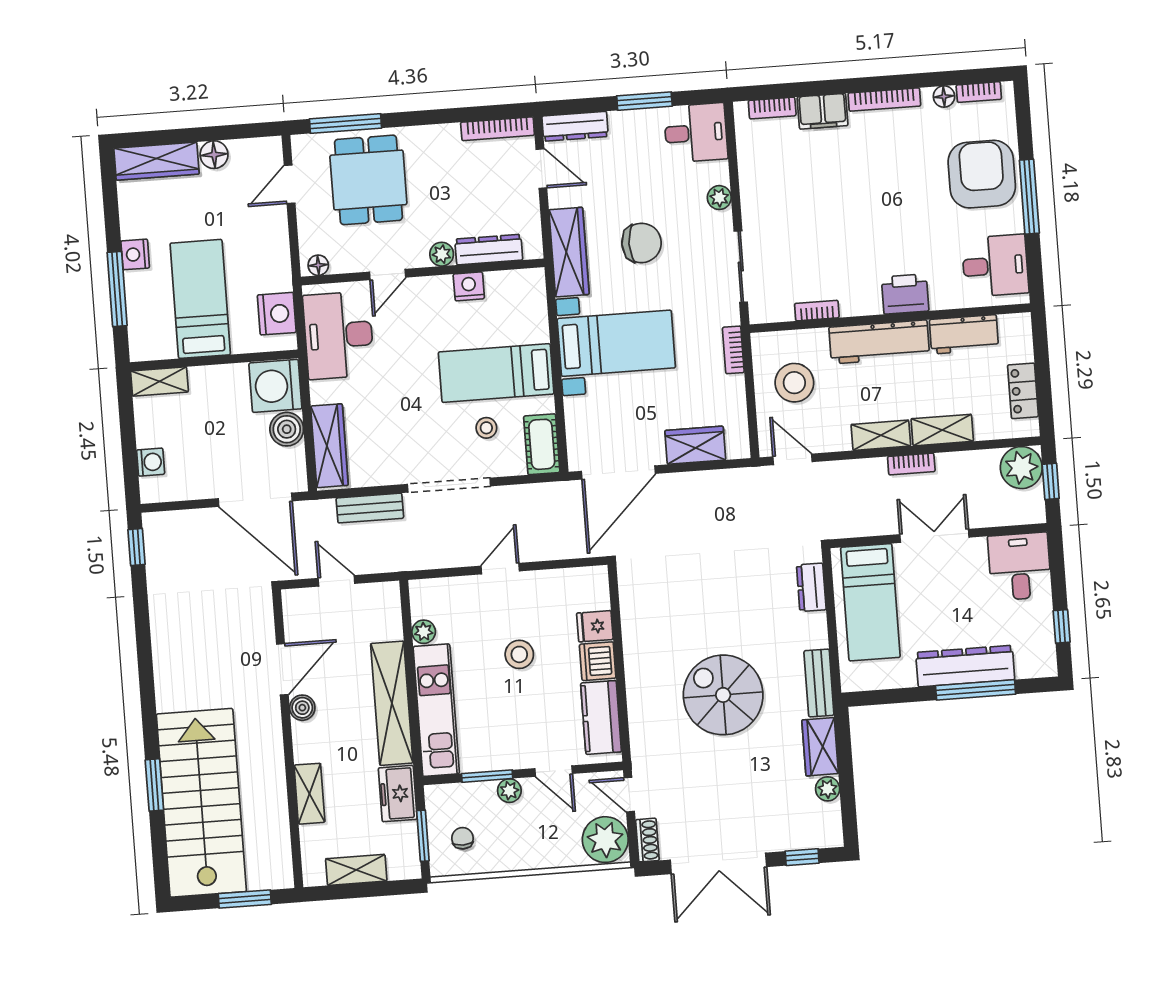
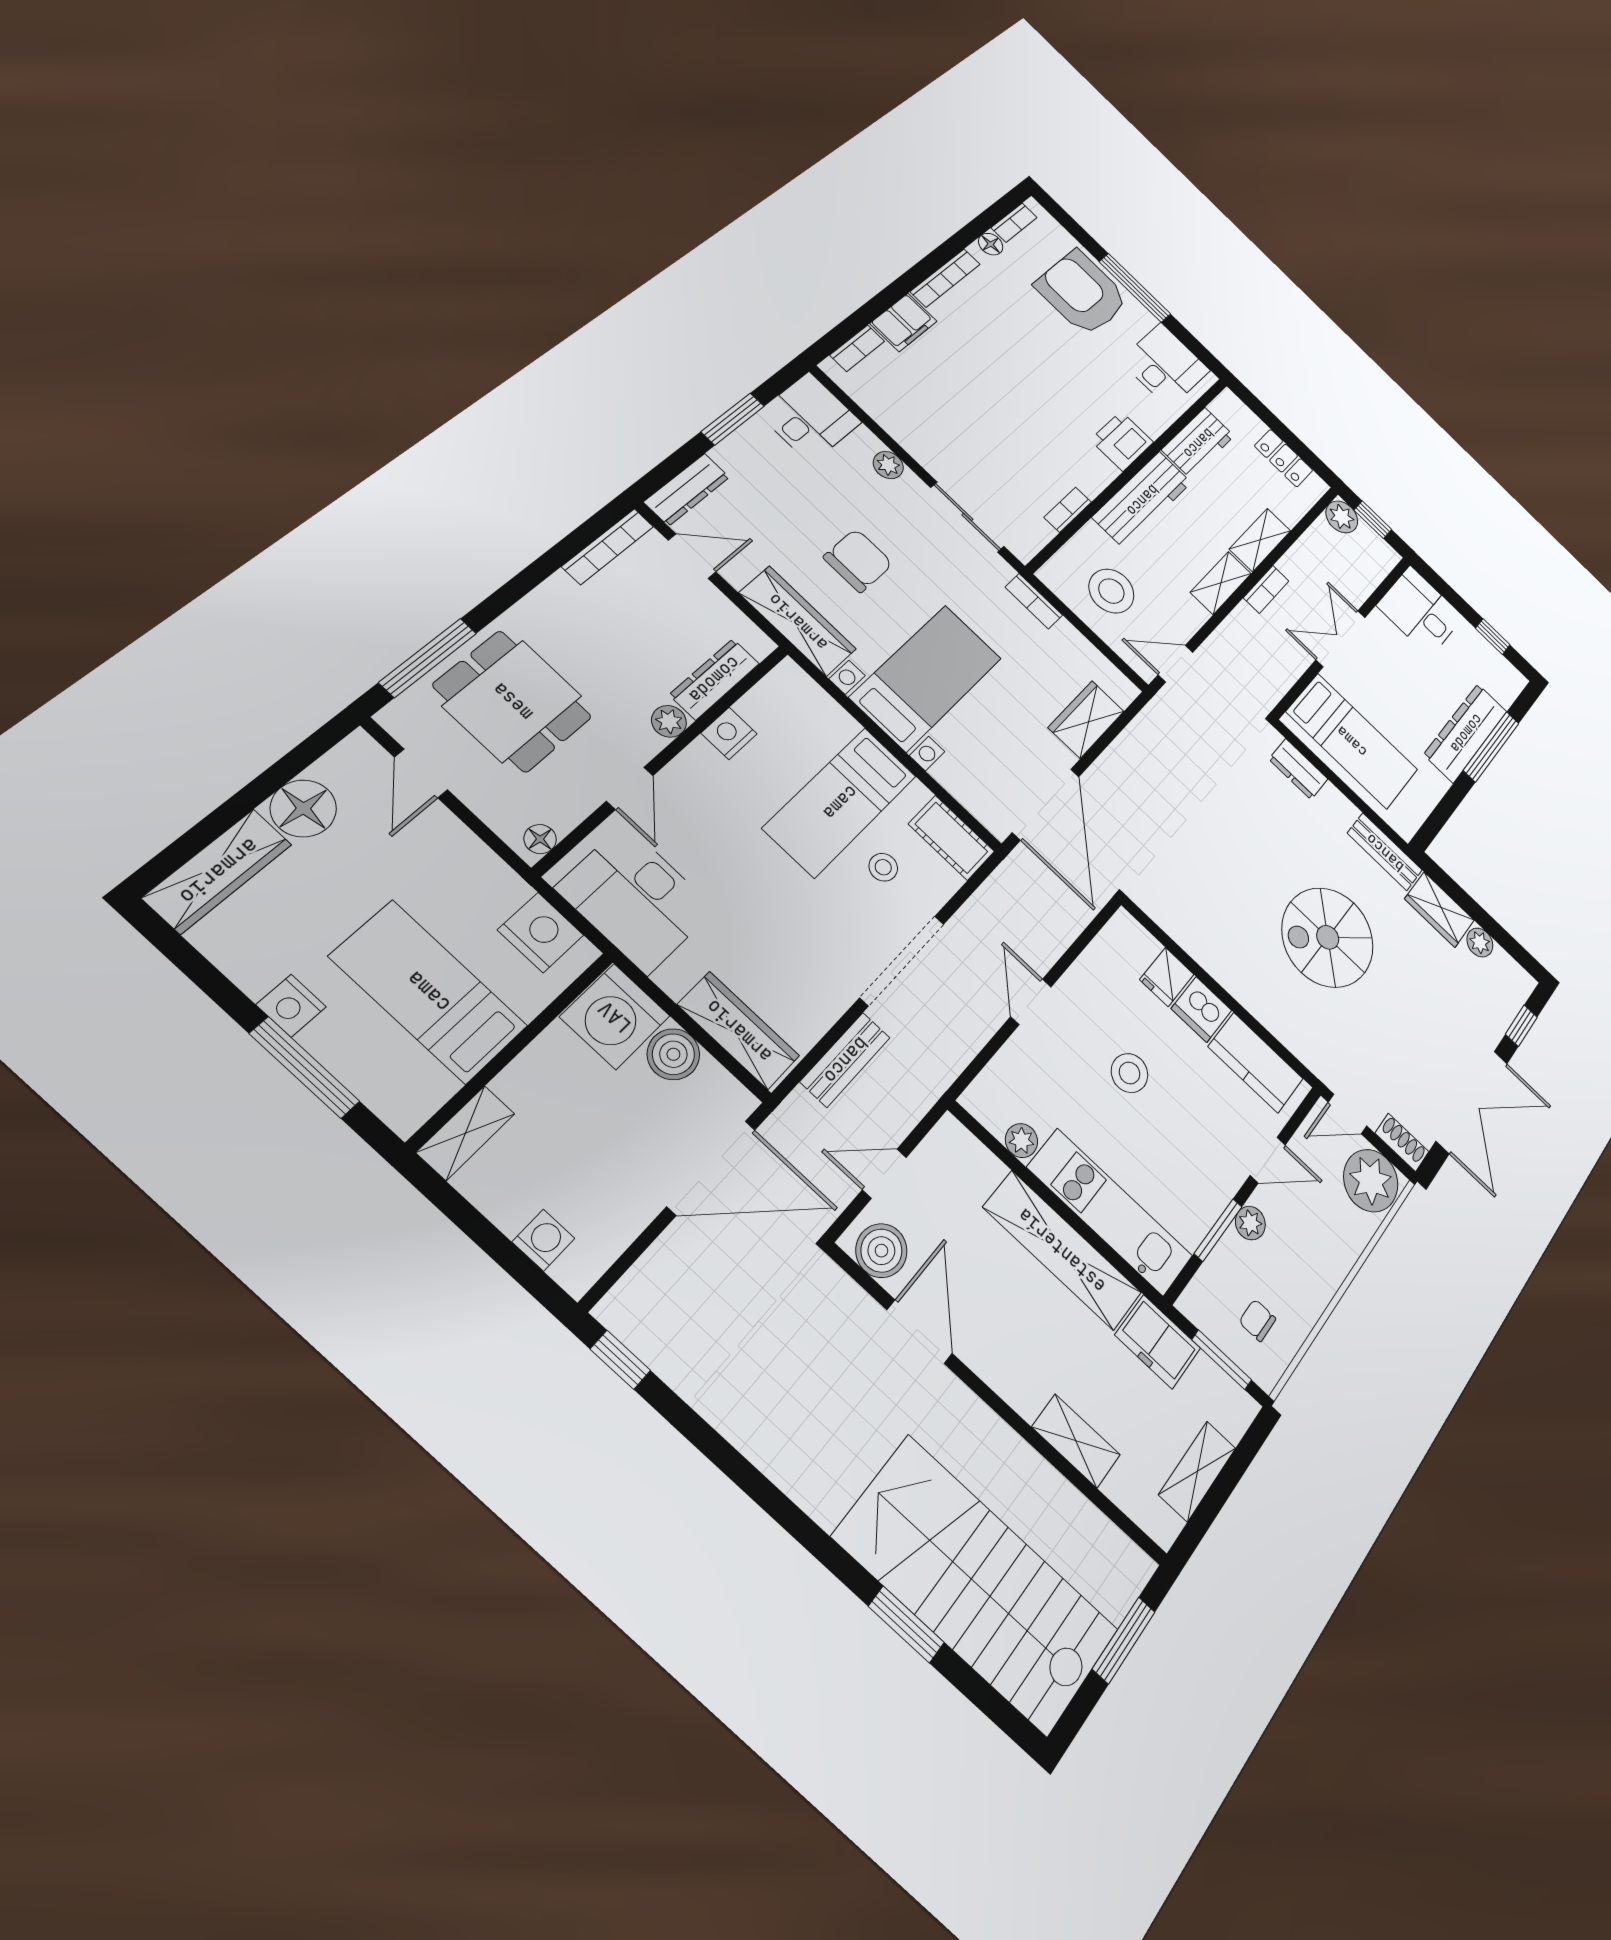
floor lamp: (214, 155) -> (303, 808), width x1.38, depth x1.38
plant: (1021, 468) -> (1342, 517), width x0.73, depth x0.73
boiler: (302, 708) -> (881, 1251), moved, width x1.36, depth x1.36

